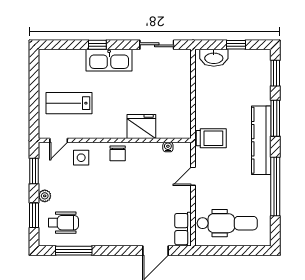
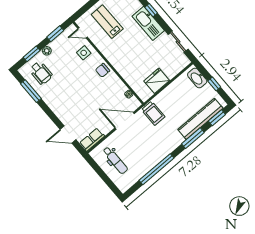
fridge: (141, 127) -> (157, 81), moved, turned -90
kitchen counter: (261, 140) -> (200, 119), moved
door: (193, 176) -> (125, 121), width x1.87
dental chair: (227, 223) -> (115, 160), width x0.73, depth x0.72

